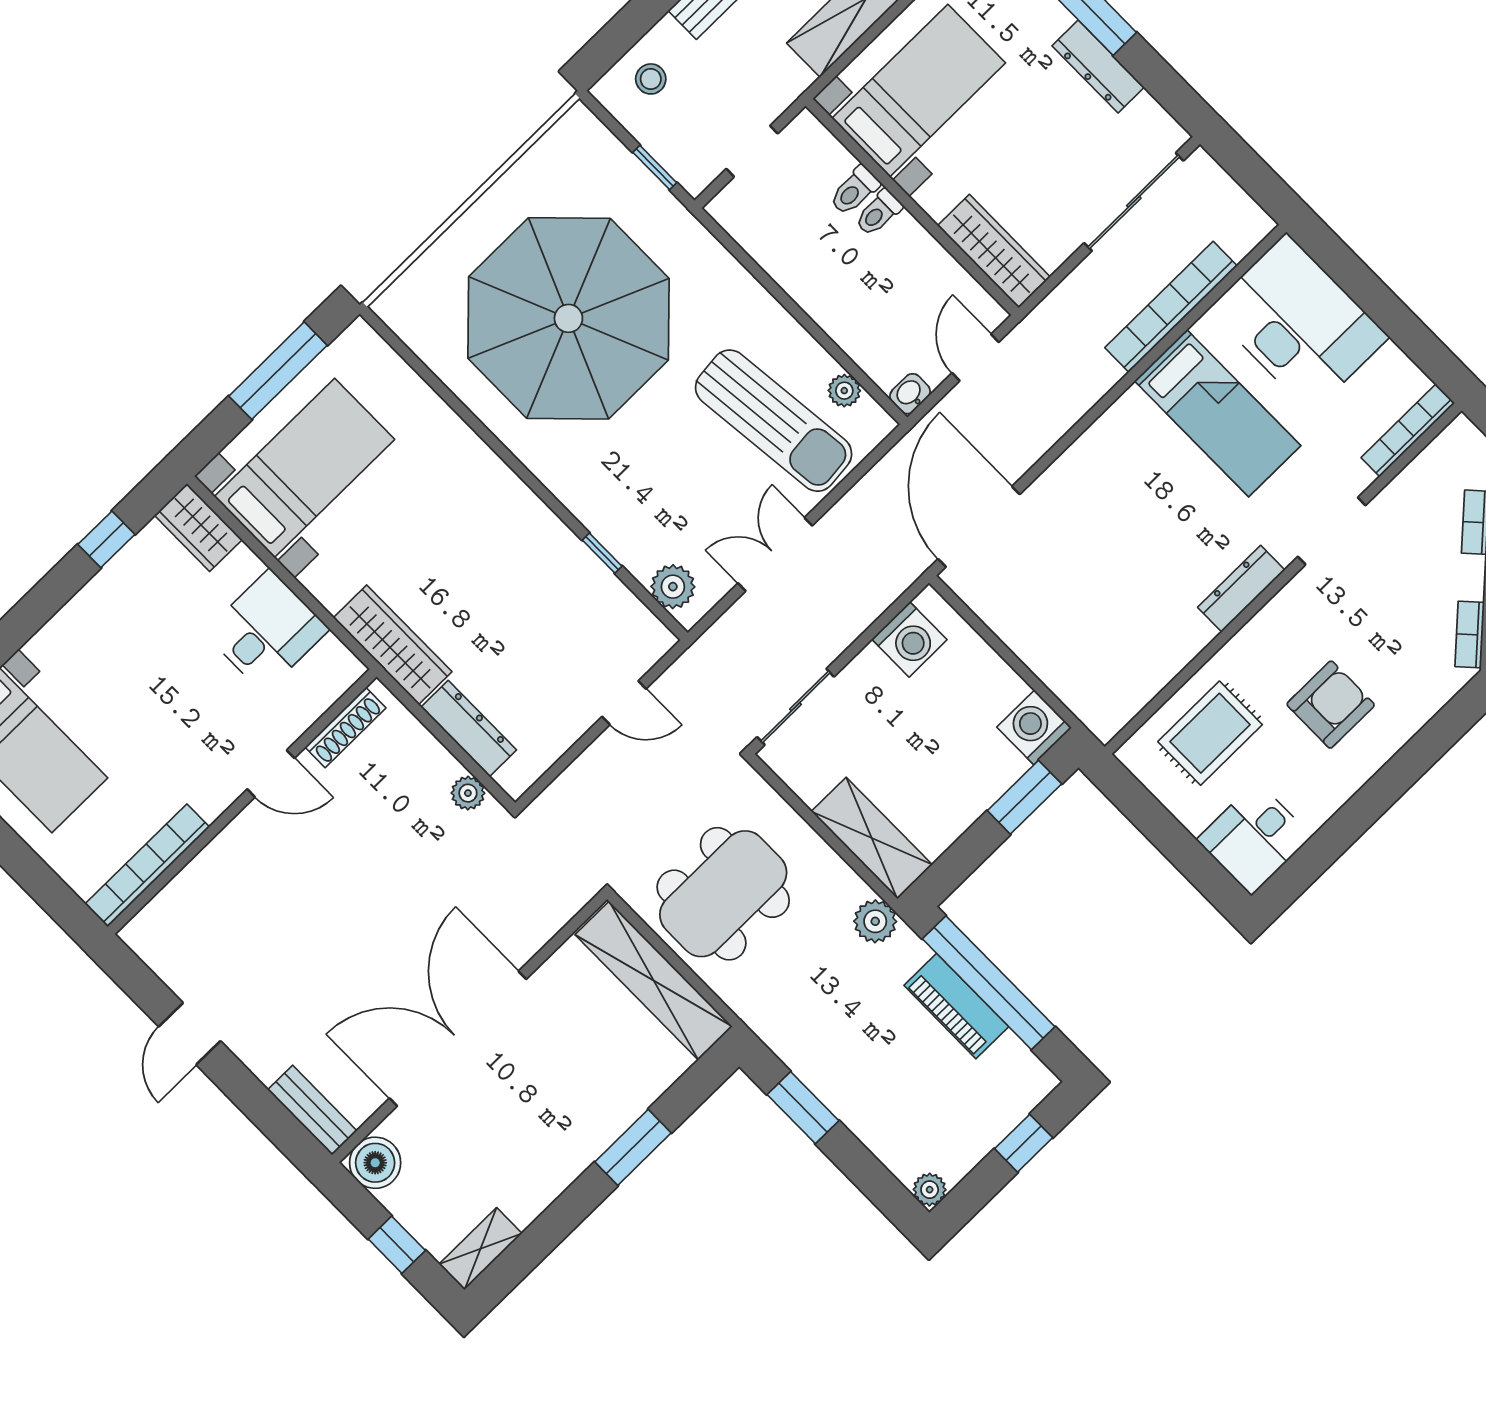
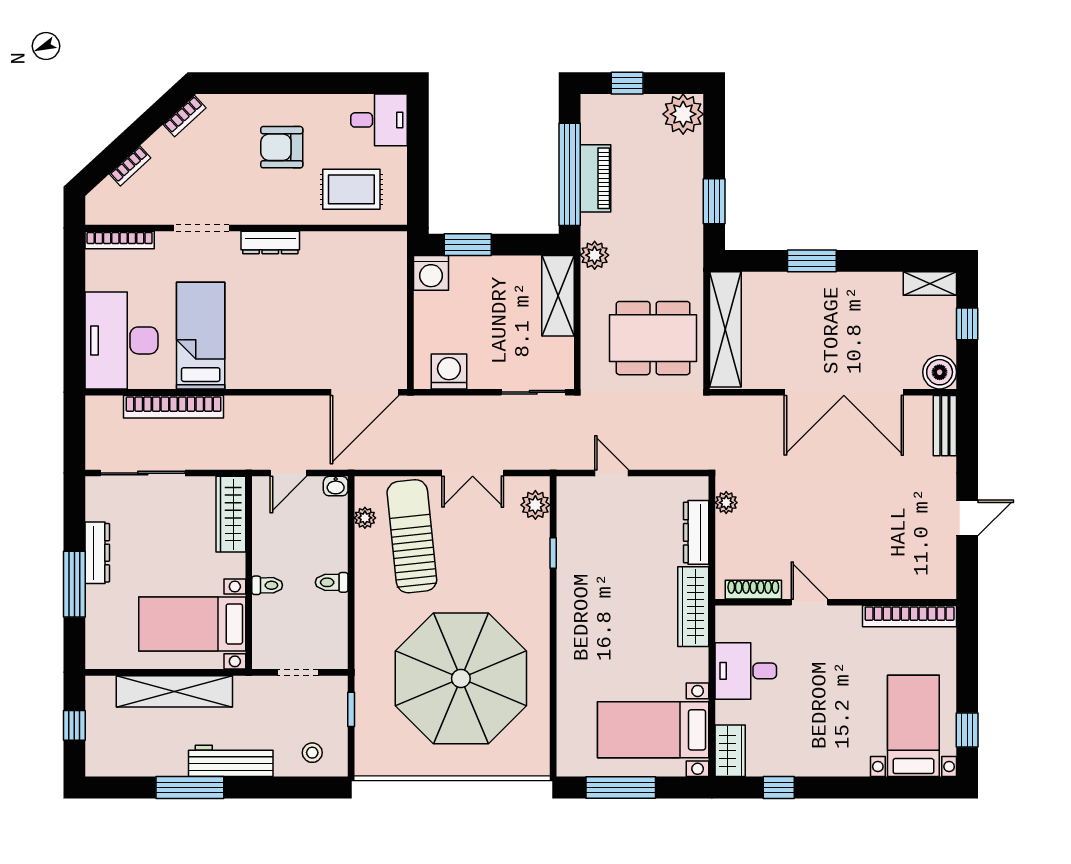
toilet: (855, 191) -> (332, 582), moved, turned 180
plant: (930, 1190) -> (683, 114), width x1.87, depth x1.87

